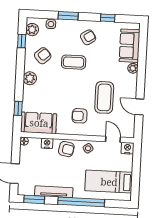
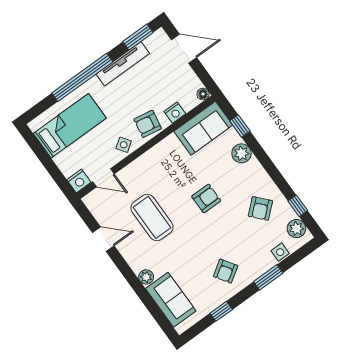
coffee table: (74, 62) -> (219, 230), removed
plant: (30, 78) -> (242, 153), moved
armchair: (80, 116) -> (206, 198), moved

